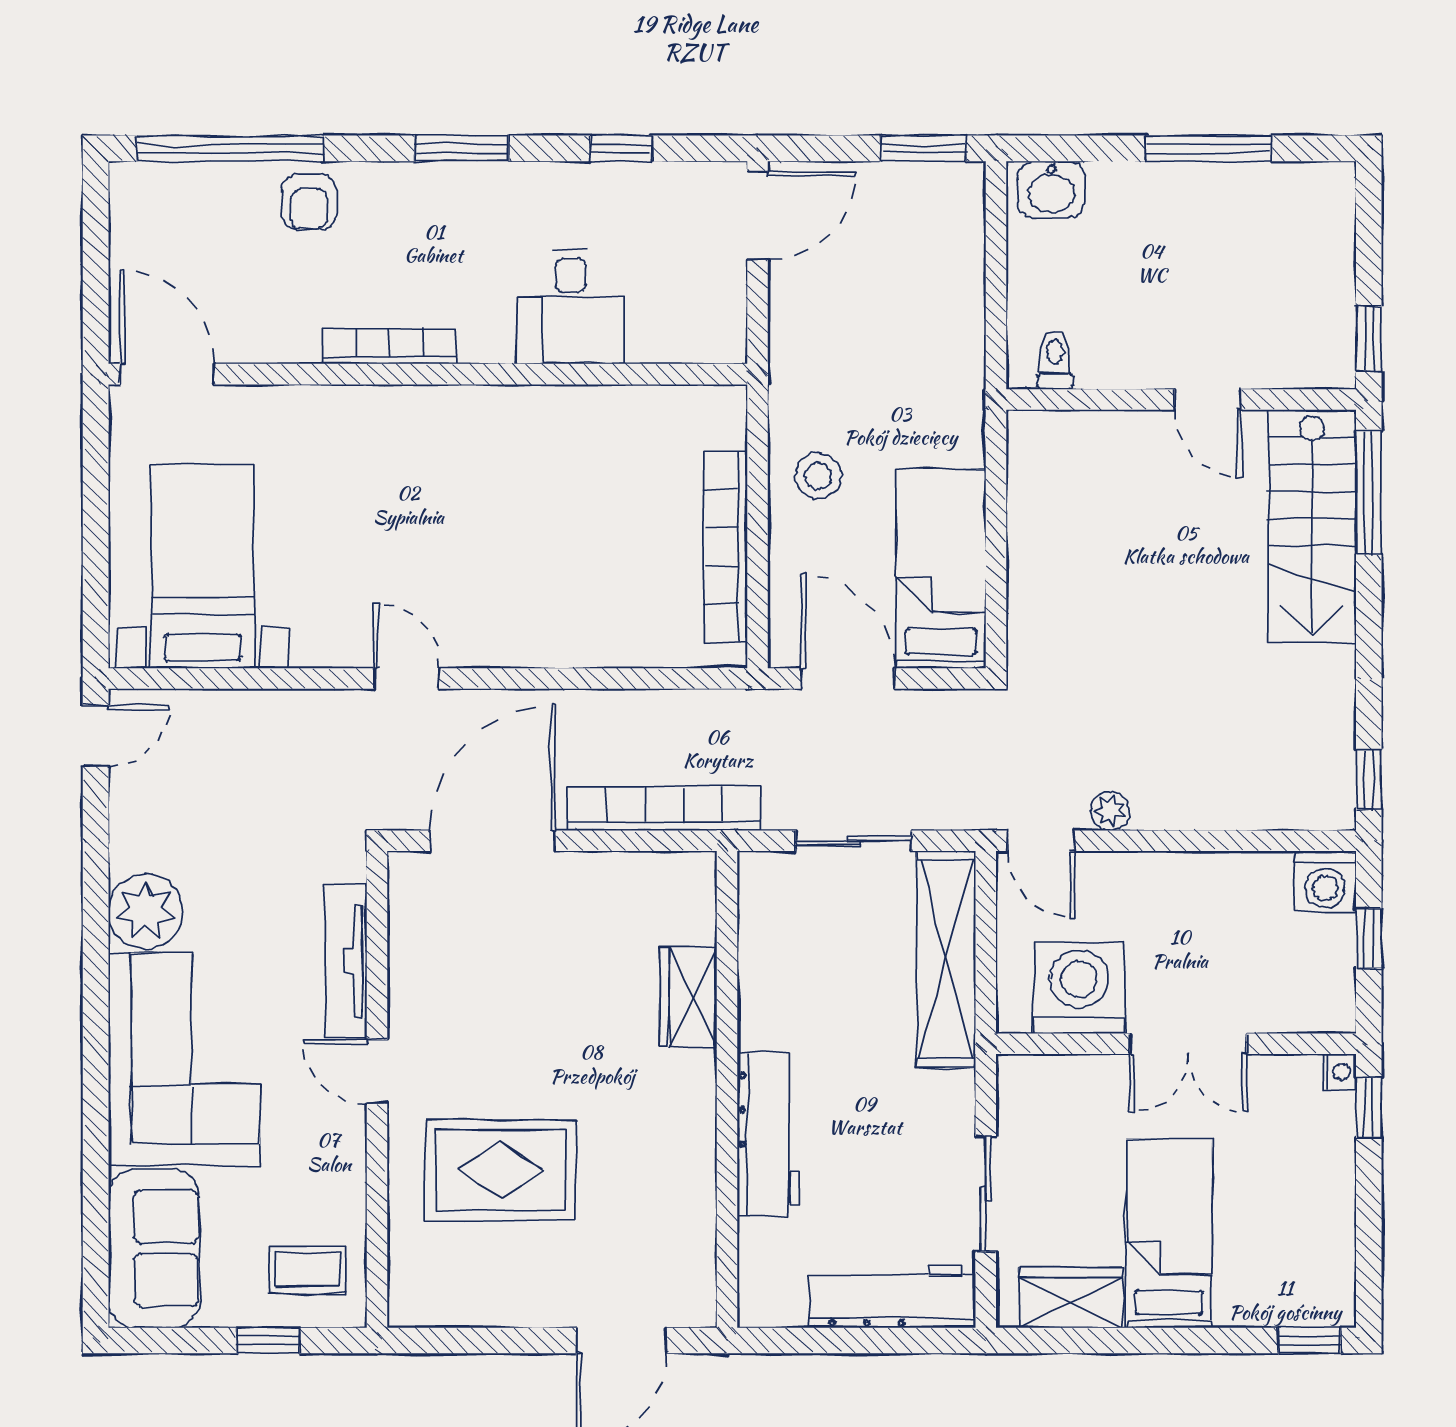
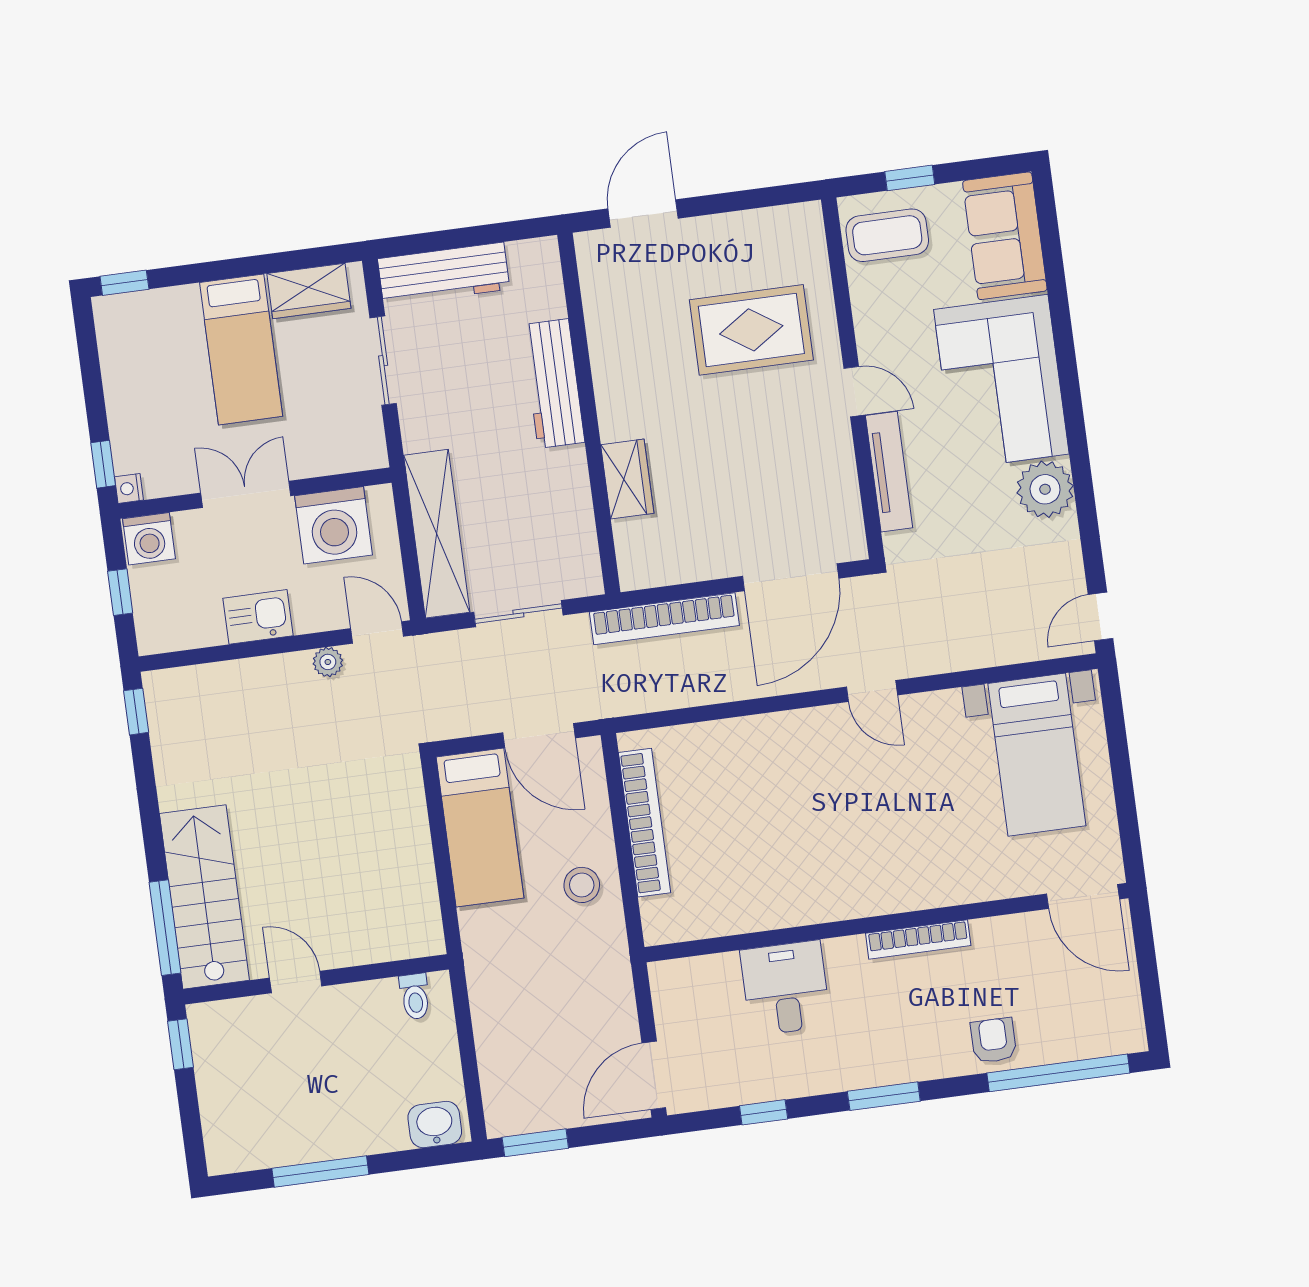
kitchen sink: (1194, 882) -> (258, 617), added
washing machine: (1325, 882) -> (149, 539), moved, turned 180
coffee table: (307, 1270) -> (887, 235), width x1.36, depth x1.30

